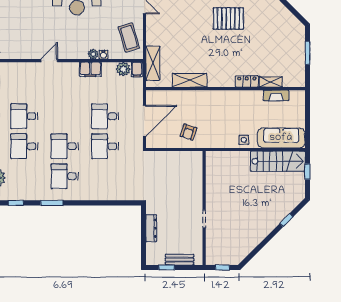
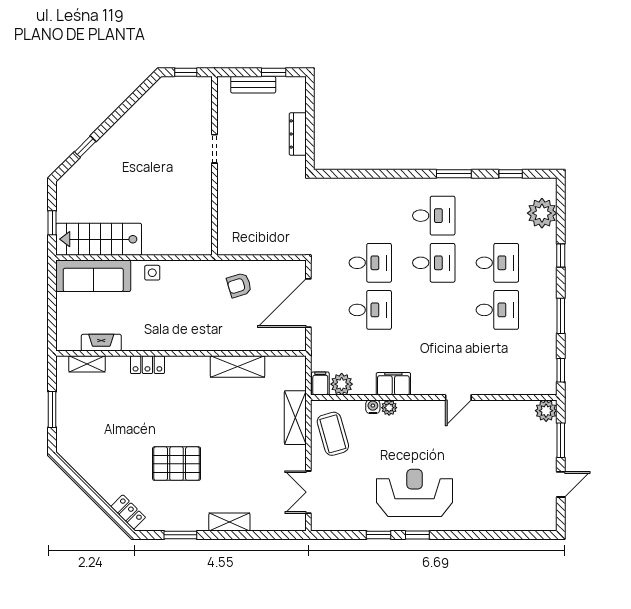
shelving: (153, 63) -> (295, 418), moved
shelving: (271, 82) -> (87, 364), moved
armchair: (188, 132) -> (239, 285), turned -125

